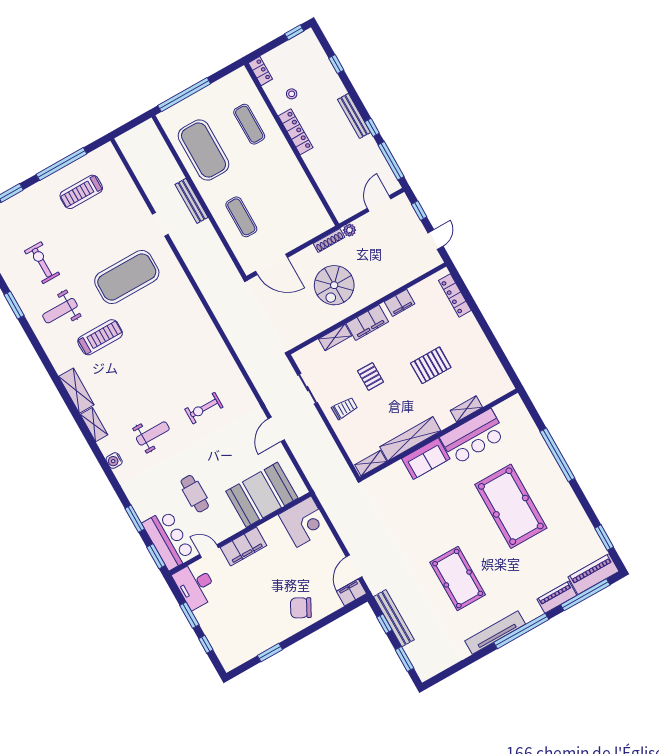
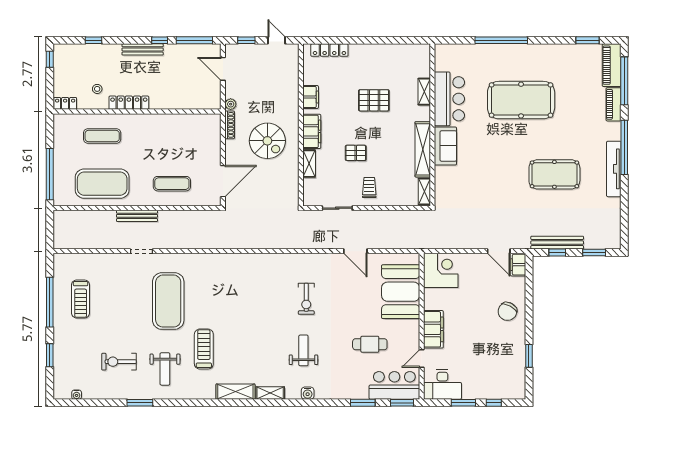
pallet: (431, 365) -> (374, 100), turned 90

